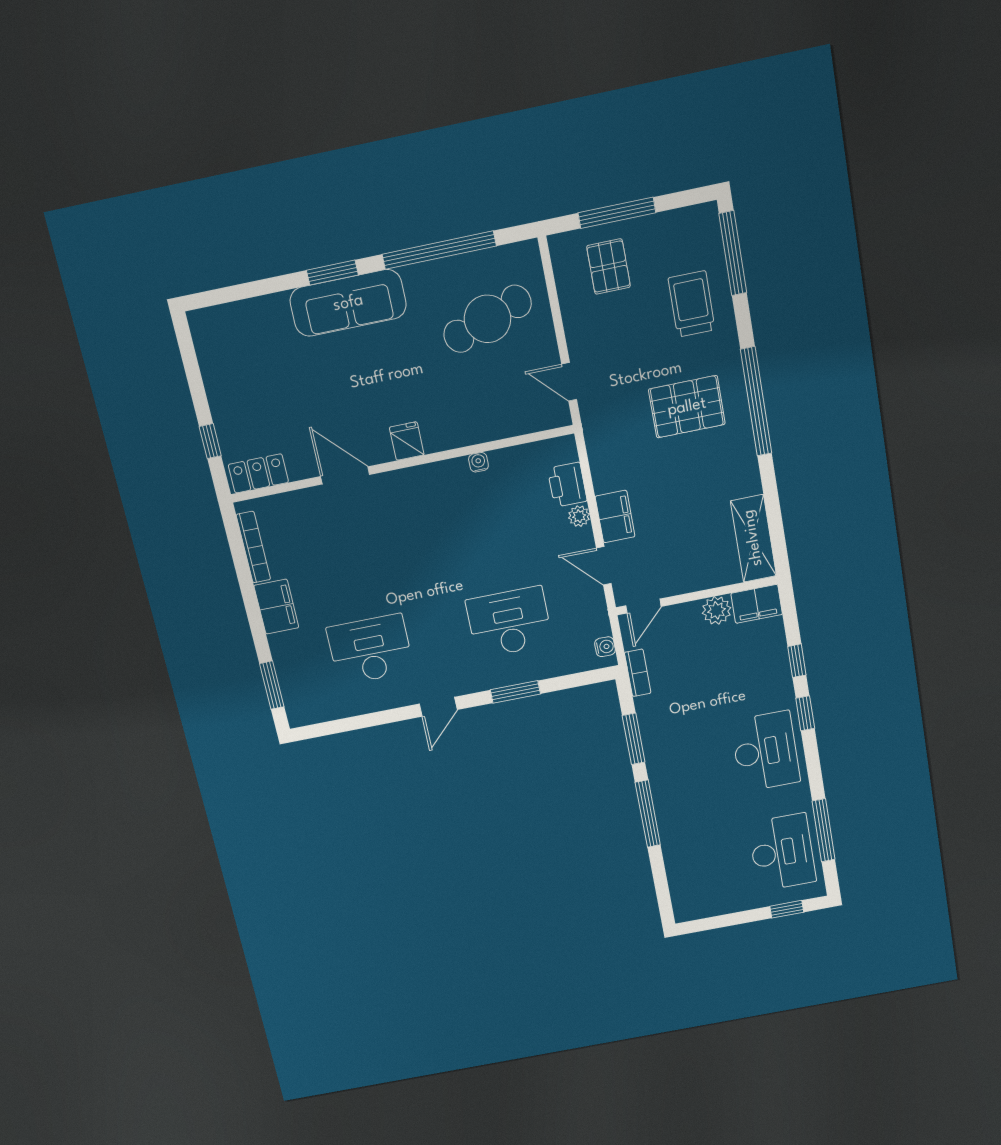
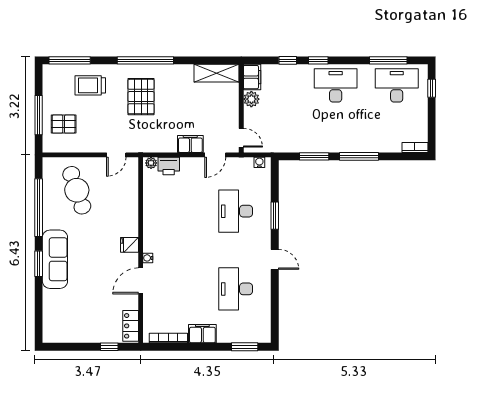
water cooler: (478, 462) -> (148, 258), moved
plant: (579, 516) -> (151, 163), moved
bookcase: (638, 673) -> (415, 147), moved

